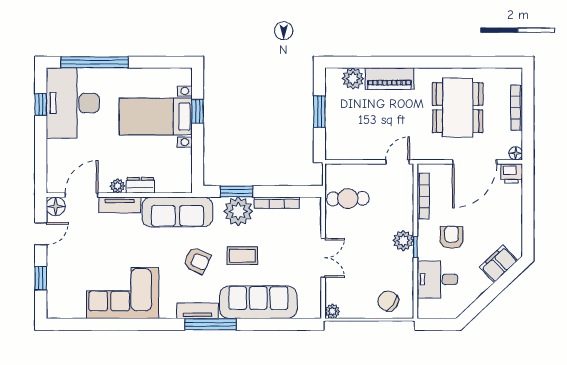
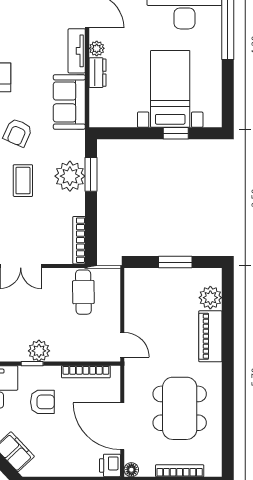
dining table: (458, 108) -> (180, 408), turned 90
bookcase: (277, 203) -> (79, 240), moved
sofa: (177, 212) -> (69, 102), width x0.73

